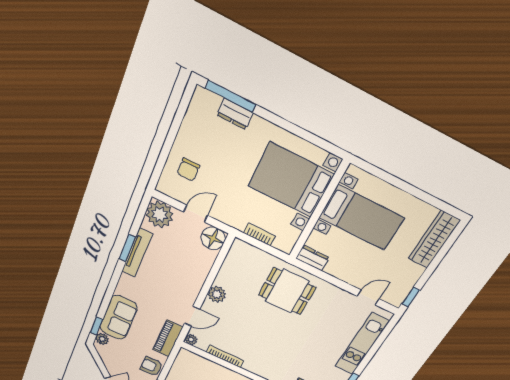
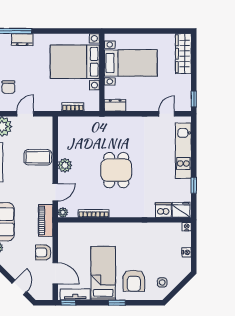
floor lamp: (213, 238) -> (44, 125), removed
coffee table: (189, 271) -> (38, 157), added
dining table: (287, 291) -> (116, 170), moved, turned 90

